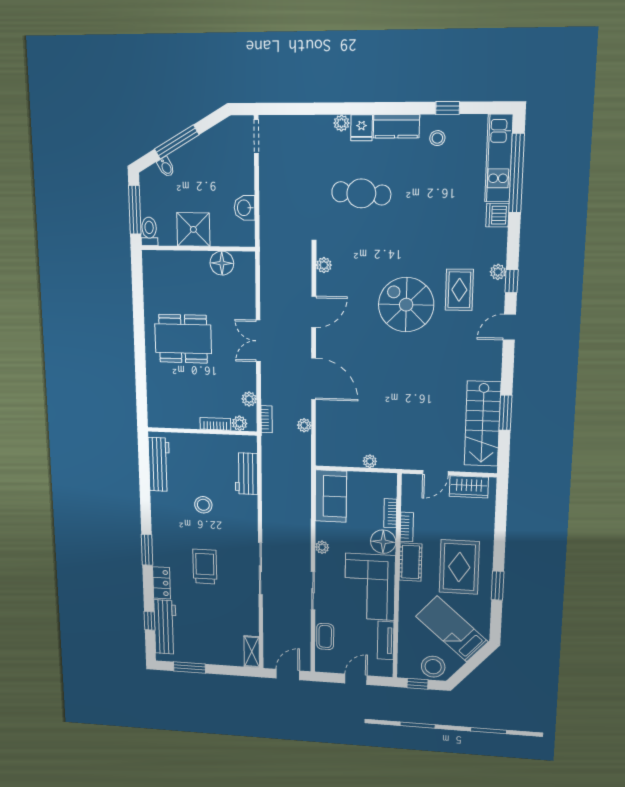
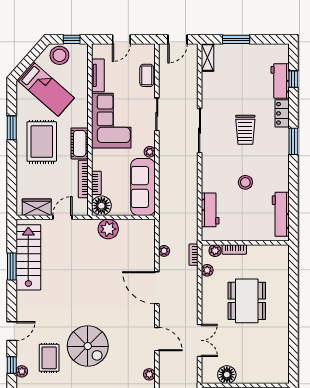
door: (314, 312) -> (157, 339), swing flipped
dining table: (183, 339) -> (247, 301), moved, turned 90
double door: (258, 341) -> (200, 340), moved
plant: (370, 461) -> (108, 229), width x1.87, depth x1.87
sofa: (331, 496) -> (143, 187), width x1.36
bookcase: (407, 527) -> (83, 179), width x1.56
floor lamp: (383, 542) -> (101, 206), moved
workbench: (165, 627) -> (280, 81), width x0.73
window: (190, 667) -> (236, 39), moved

